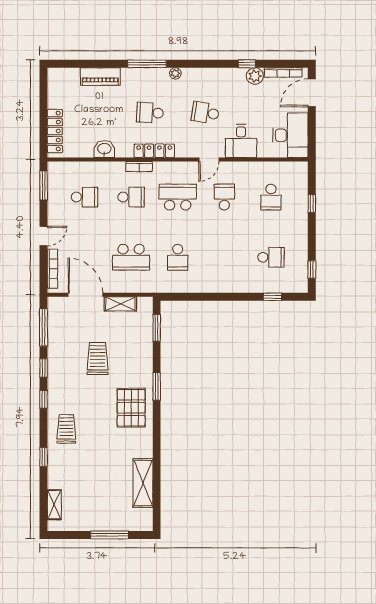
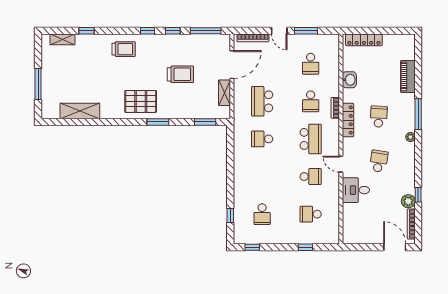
desk: (290, 135) -> (360, 230), removed
window: (44, 185) -> (306, 31), moved
window: (44, 457) -> (86, 31), moved

